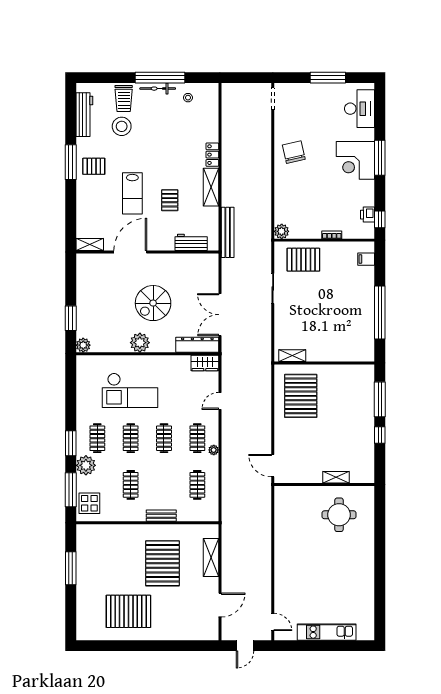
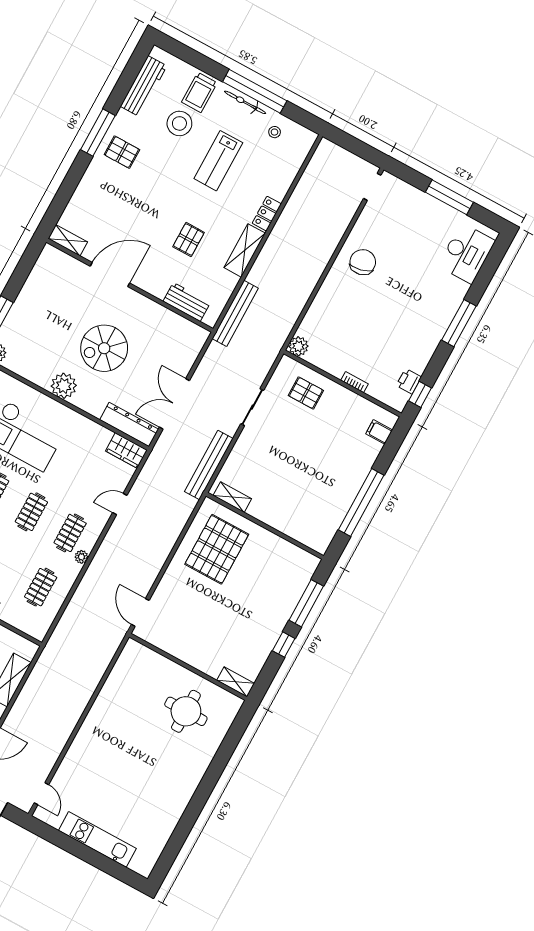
corner desk: (355, 160) -> (429, 311), removed
lab bench: (132, 193) -> (218, 161), moved
pallet: (303, 260) -> (306, 393), width x0.67, depth x0.71
bench: (265, 343) -> (209, 465), added
shelving: (336, 477) -> (236, 682), moved

